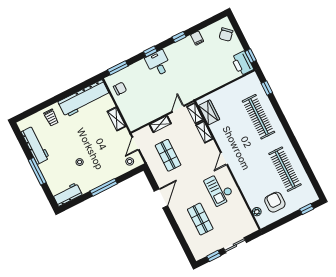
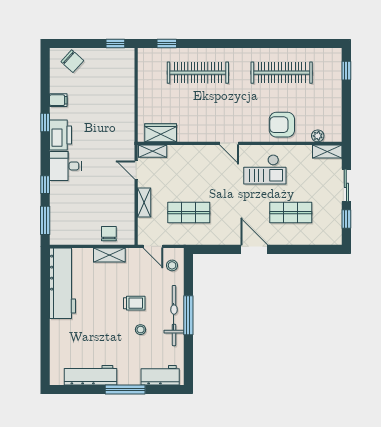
window: (150, 51) -> (45, 185), moved
printer: (242, 63) -> (61, 135), moved, turned -90
chair: (120, 89) -> (109, 234), moved
trolley: (51, 118) -> (134, 303), moved
shelving: (204, 132) -> (327, 152), moved
bicycle: (99, 179) -> (174, 316), added
workbench: (67, 195) -> (160, 375), moved, turned 90
door: (161, 198) -> (254, 249), moved
armchair: (275, 202) -> (282, 125), moved

